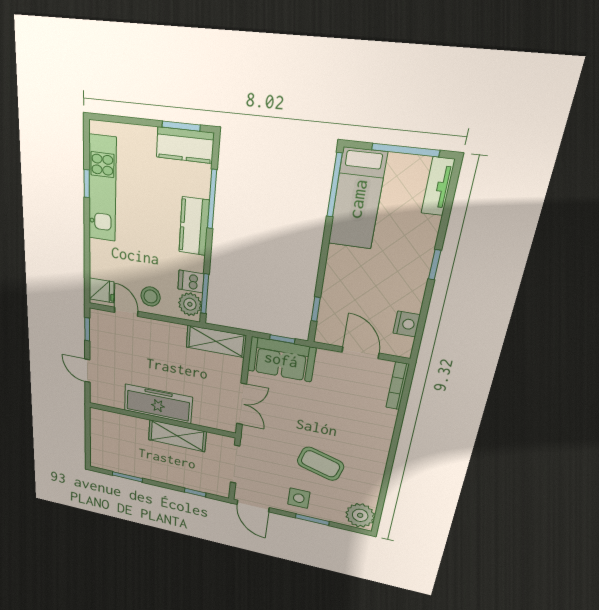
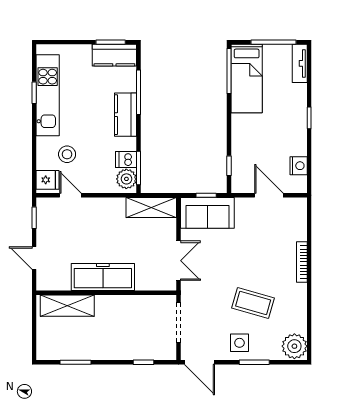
stool: (151, 296) -> (67, 154), moved
bookcase: (397, 386) -> (302, 262), moved
shelving: (177, 436) -> (67, 306), moved

